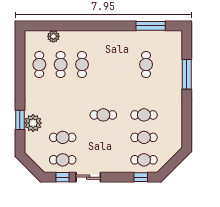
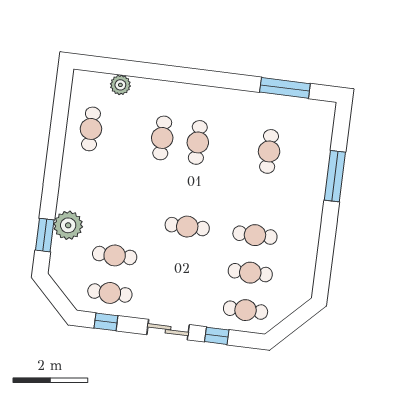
cafe table: (61, 65) -> (198, 142), moved
window: (20, 120) -> (45, 235), moved
sliding door: (88, 177) -> (168, 330), moved
window: (141, 177) -> (217, 336), moved

